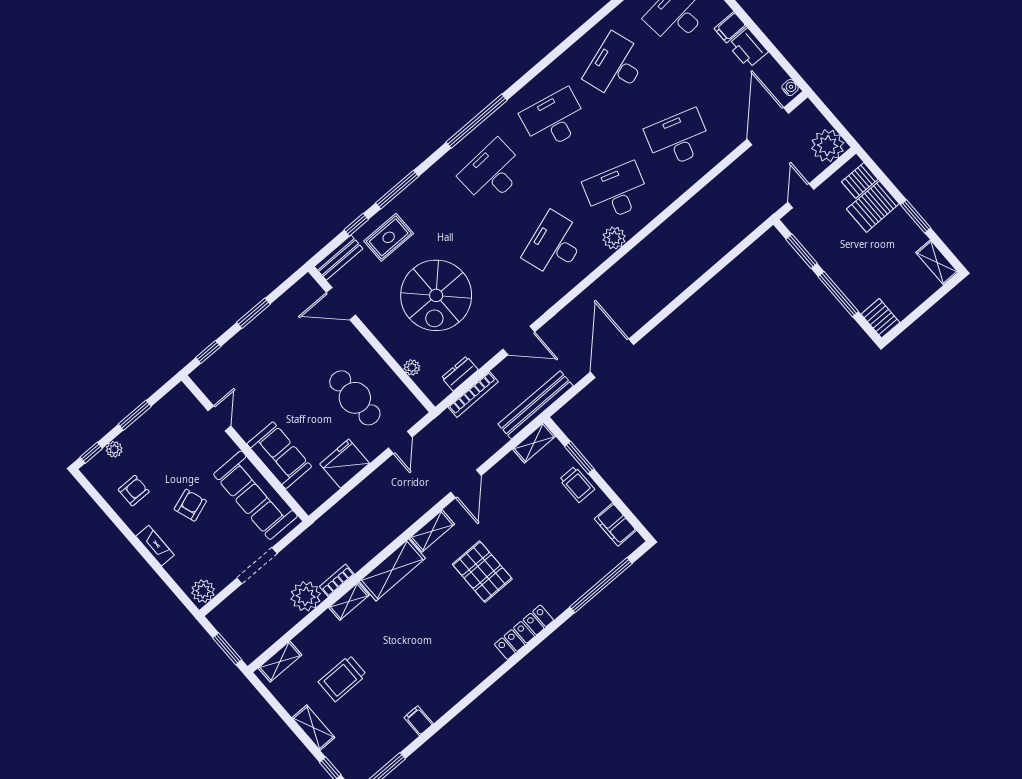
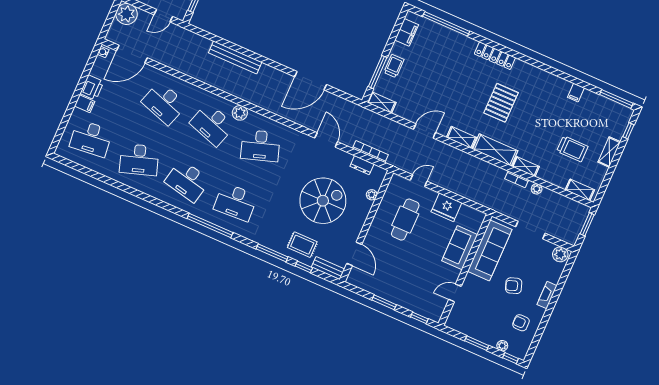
bench: (536, 405) -> (235, 57), moved
window: (579, 458) -> (378, 72), width x1.44
pallet: (482, 572) -> (501, 103), moved
plant: (306, 596) -> (537, 189), width x0.53, depth x0.53

